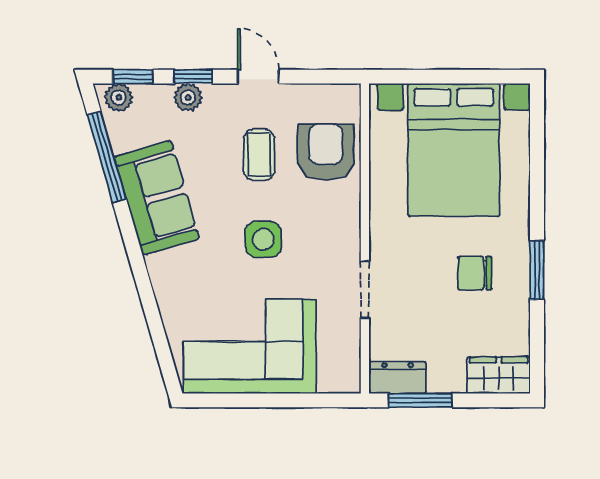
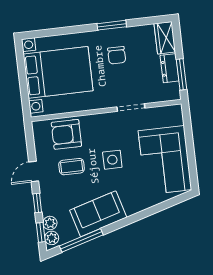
plant: (188, 97) -> (50, 223), moved
dresser: (398, 378) -> (170, 68), moved

